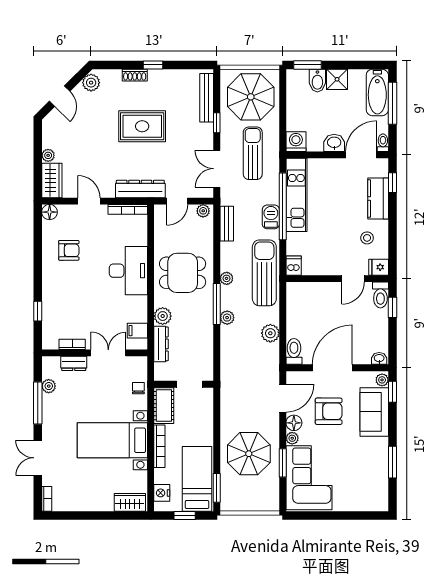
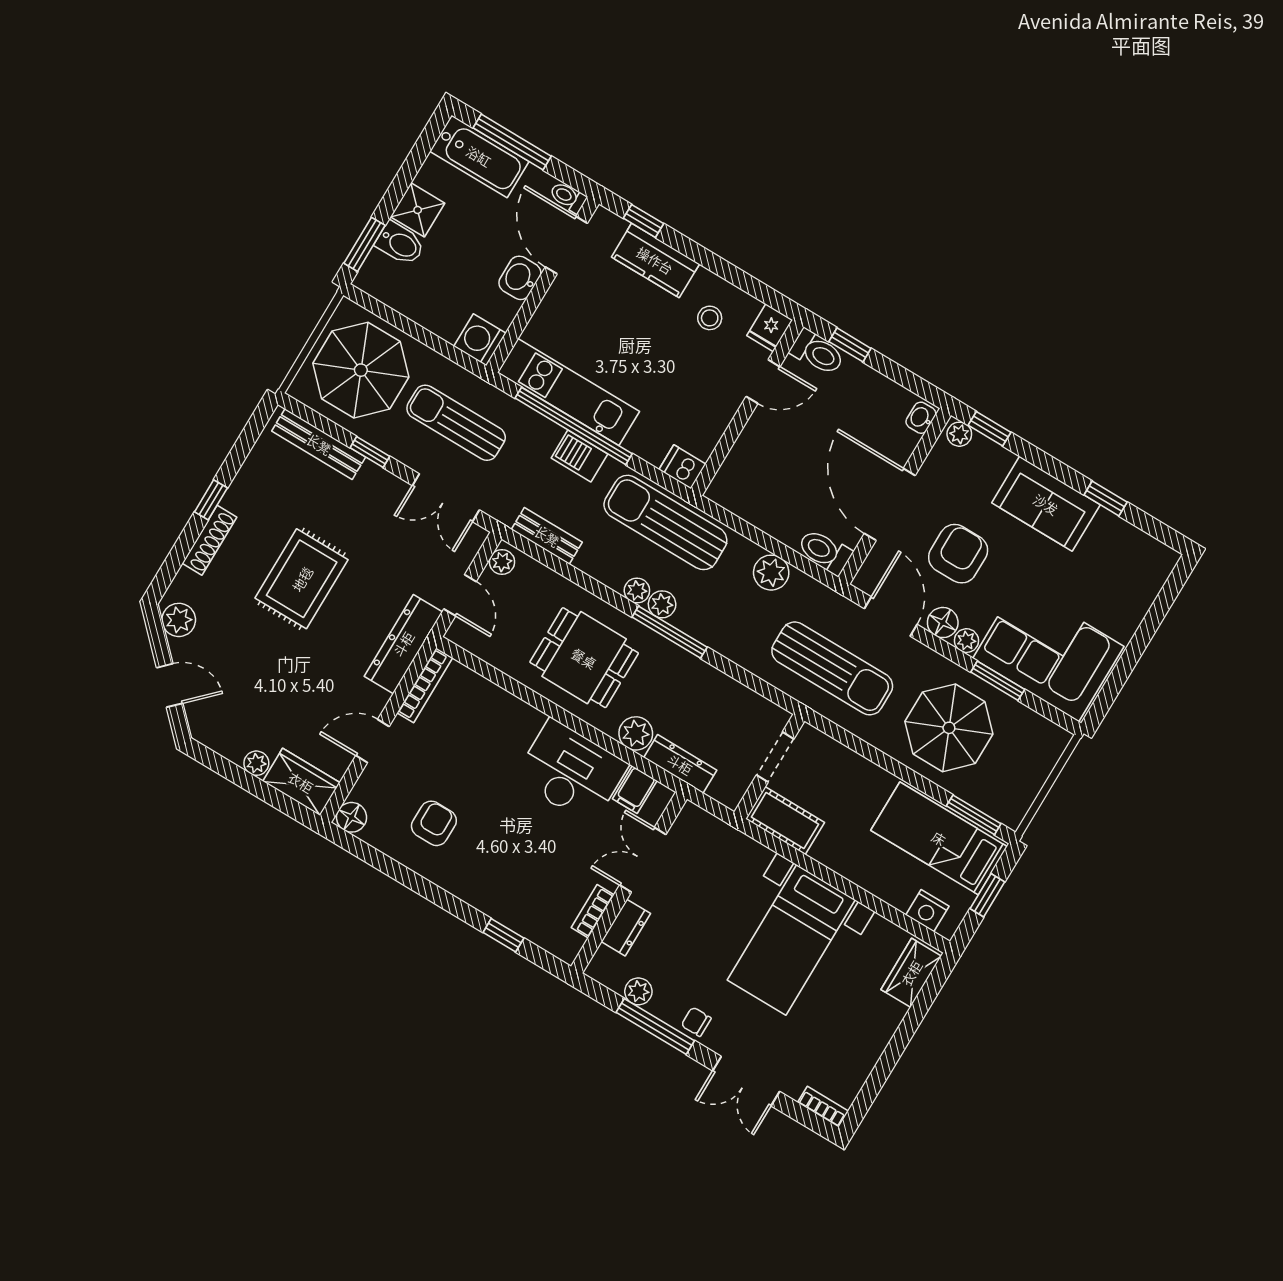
shoe rack: (135, 75) -> (209, 540), width x1.43
desk: (128, 271) -> (571, 772), moved
dining table: (183, 273) -> (584, 658), turned 90
door: (353, 279) -> (763, 382), hinge flipped
plant: (227, 318) -> (662, 604), moved
sun lounger: (244, 386) -> (832, 668), added
chair: (138, 388) -> (696, 1022), moved
sofa: (374, 412) -> (1046, 504), moved
bookcase: (159, 446) -> (848, 868), removed
window: (392, 462) -> (1106, 499), width x0.67

